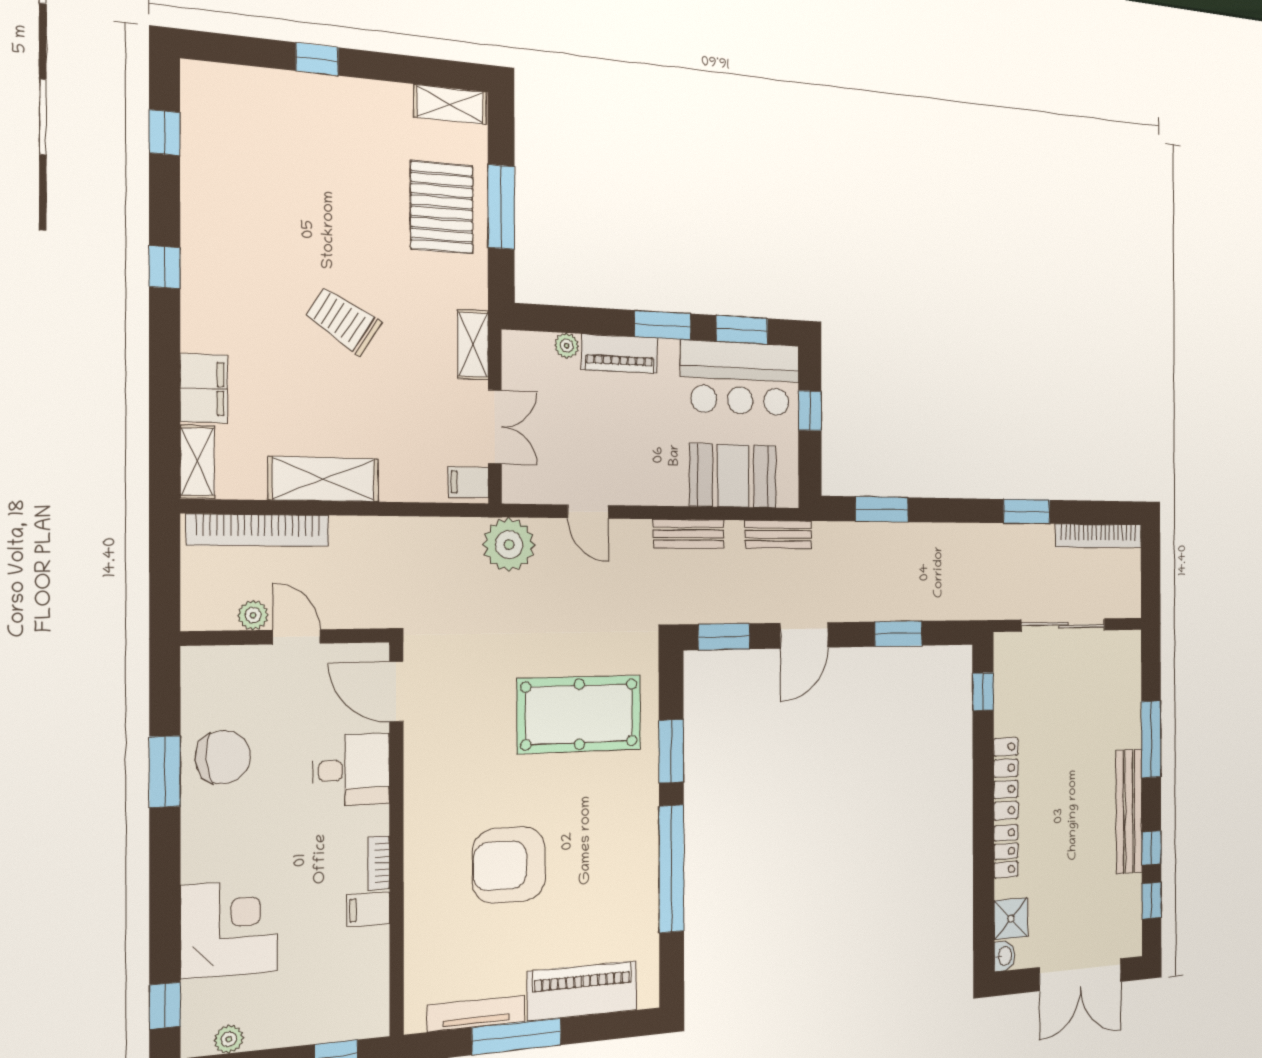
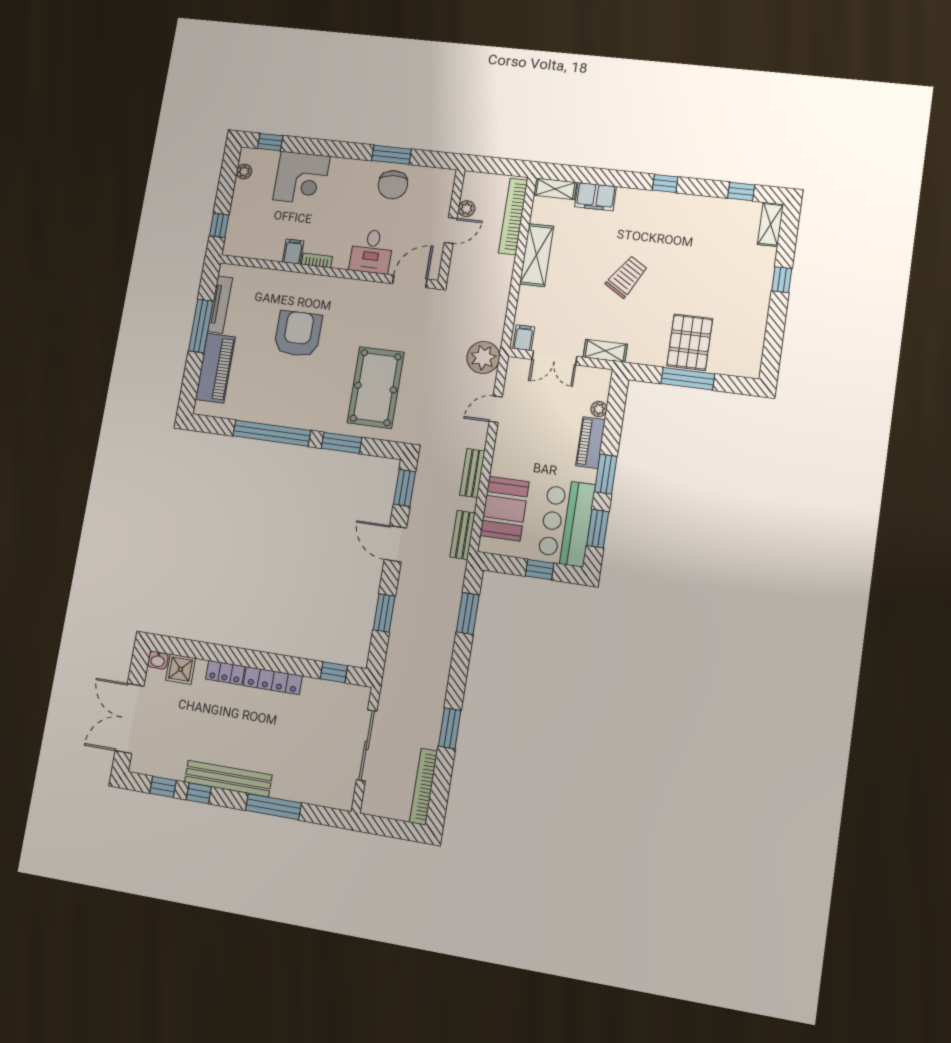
shelving: (450, 104) -> (771, 224), moved
pallet: (442, 207) -> (690, 342), turned 90

